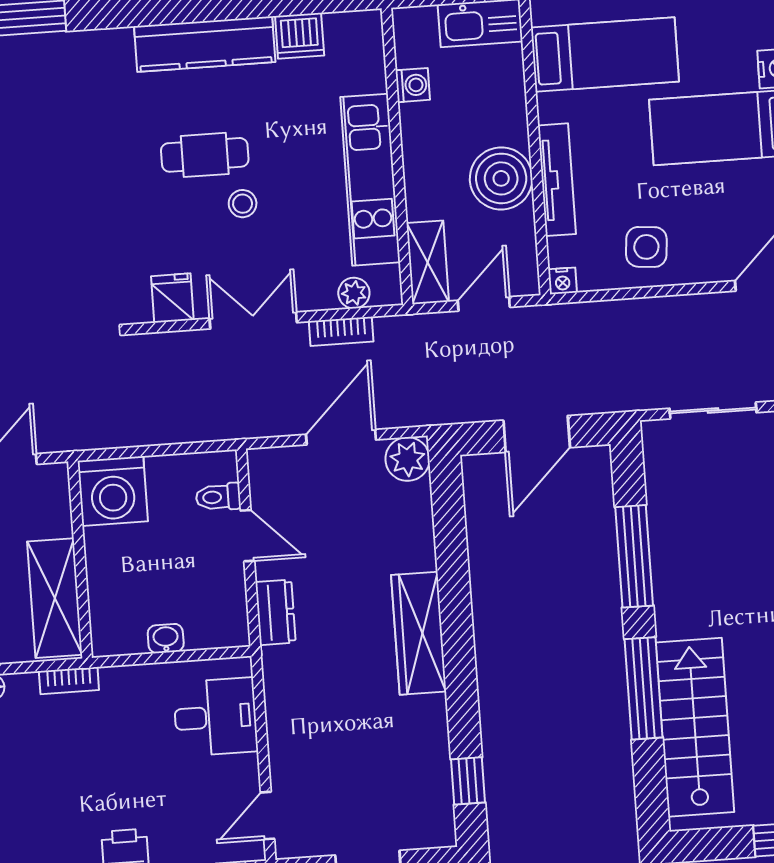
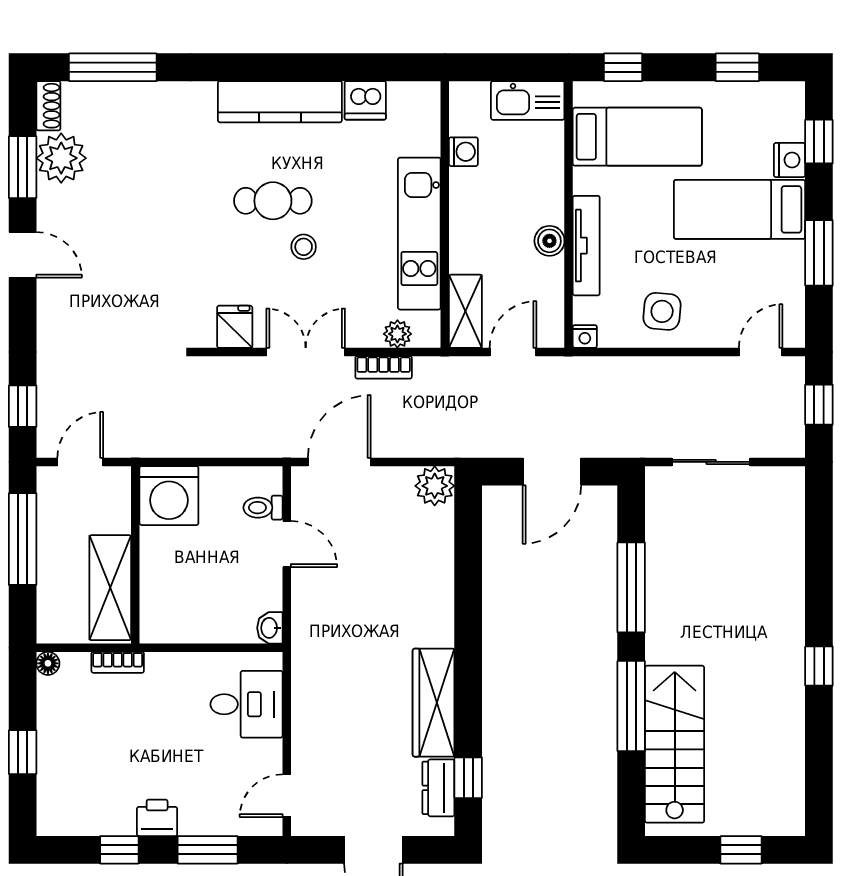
boiler: (501, 178) -> (549, 241), width x0.54, depth x0.54
door: (341, 437) -> (339, 462), moved
dresser: (275, 612) -> (438, 788), moved, turned 180
wardrobe: (419, 633) -> (434, 703), moved
washbasin: (166, 639) -> (270, 628), moved, turned -90

